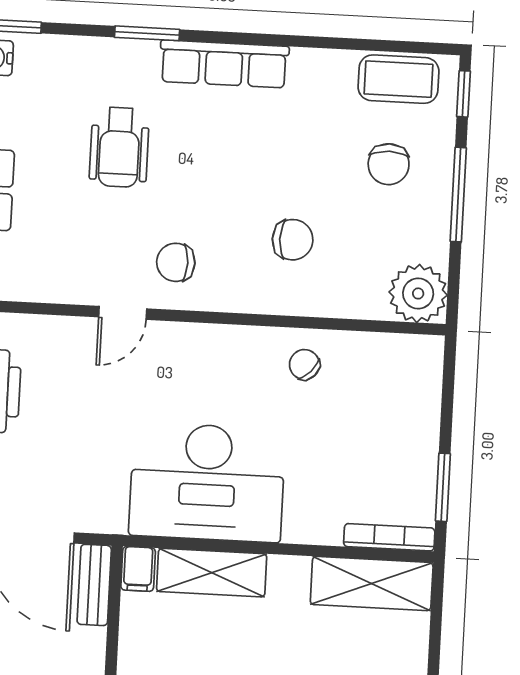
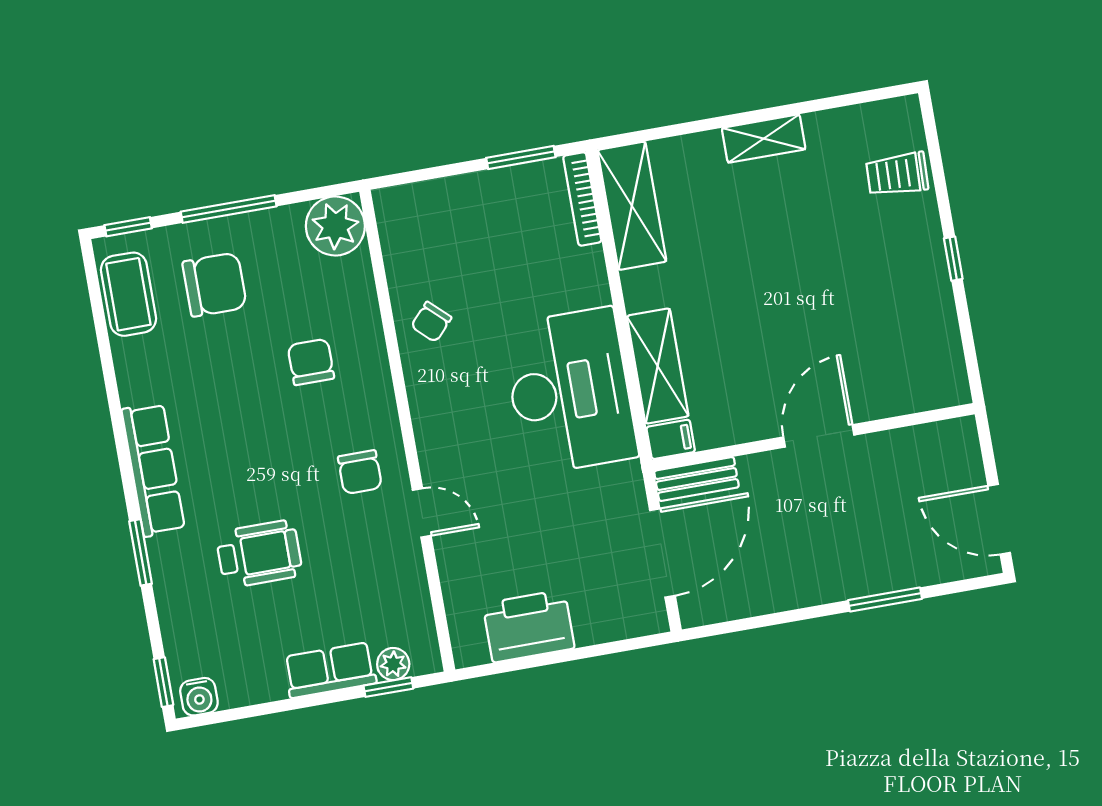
chair: (389, 164) -> (215, 285), width x1.37, depth x1.37

